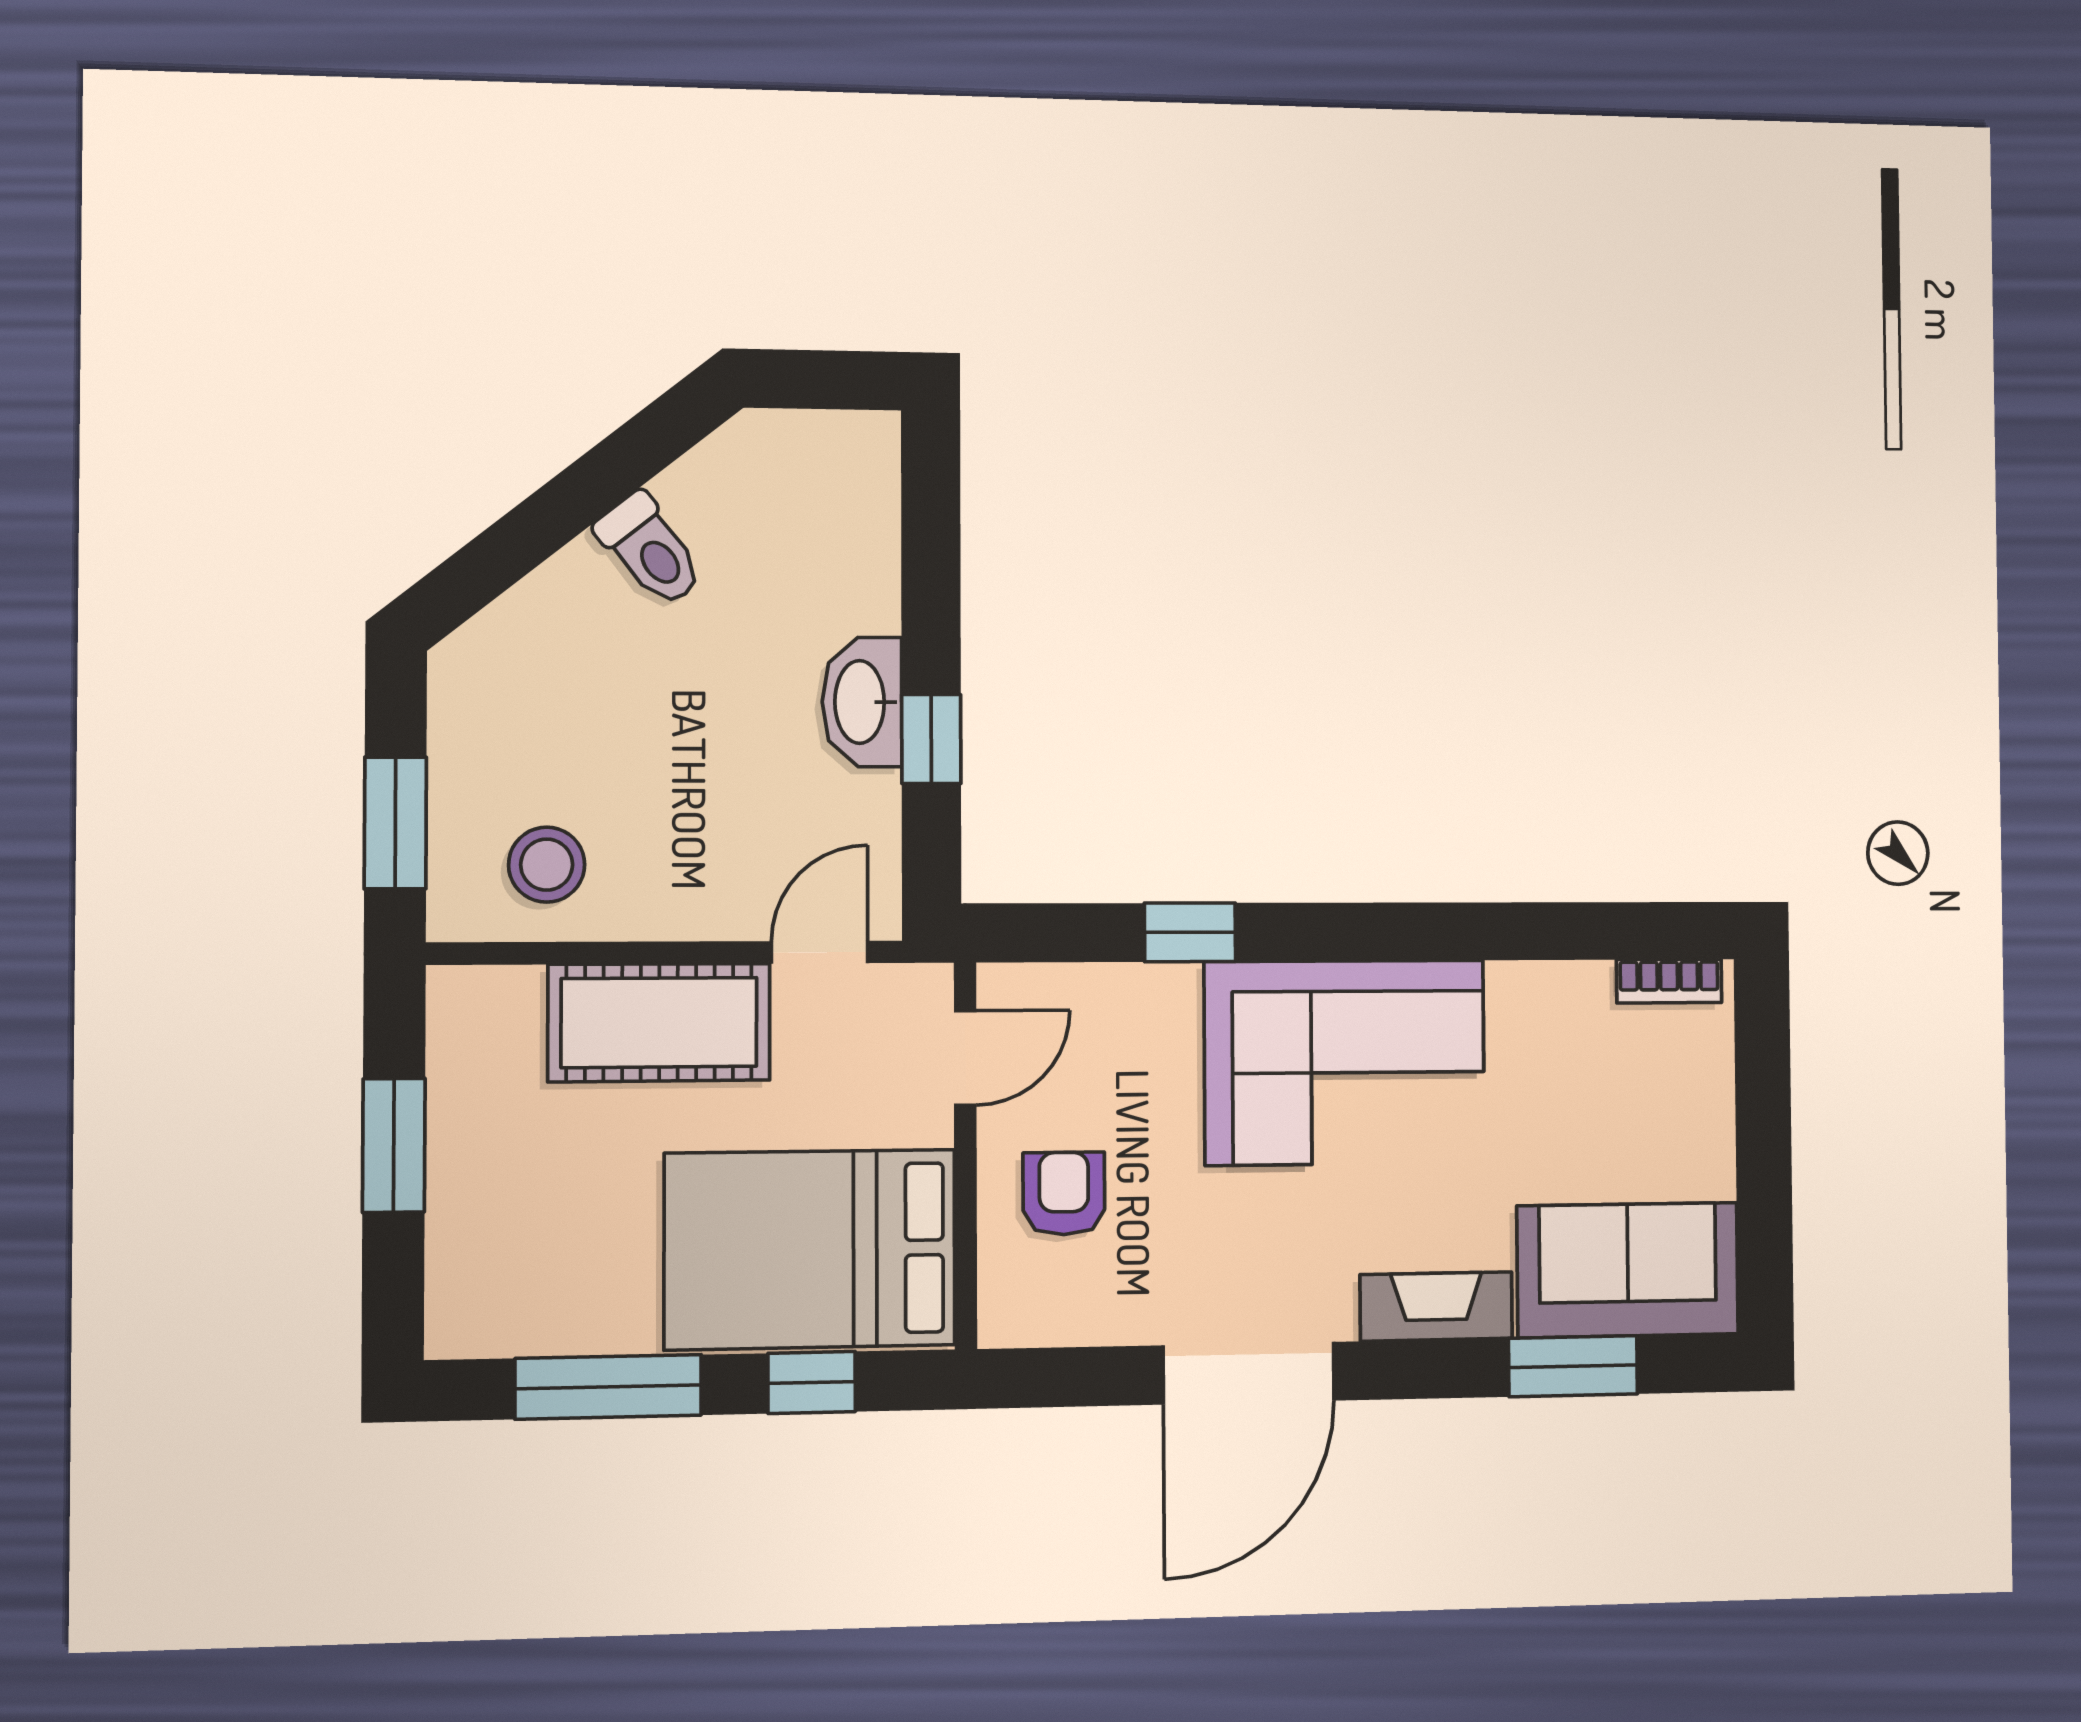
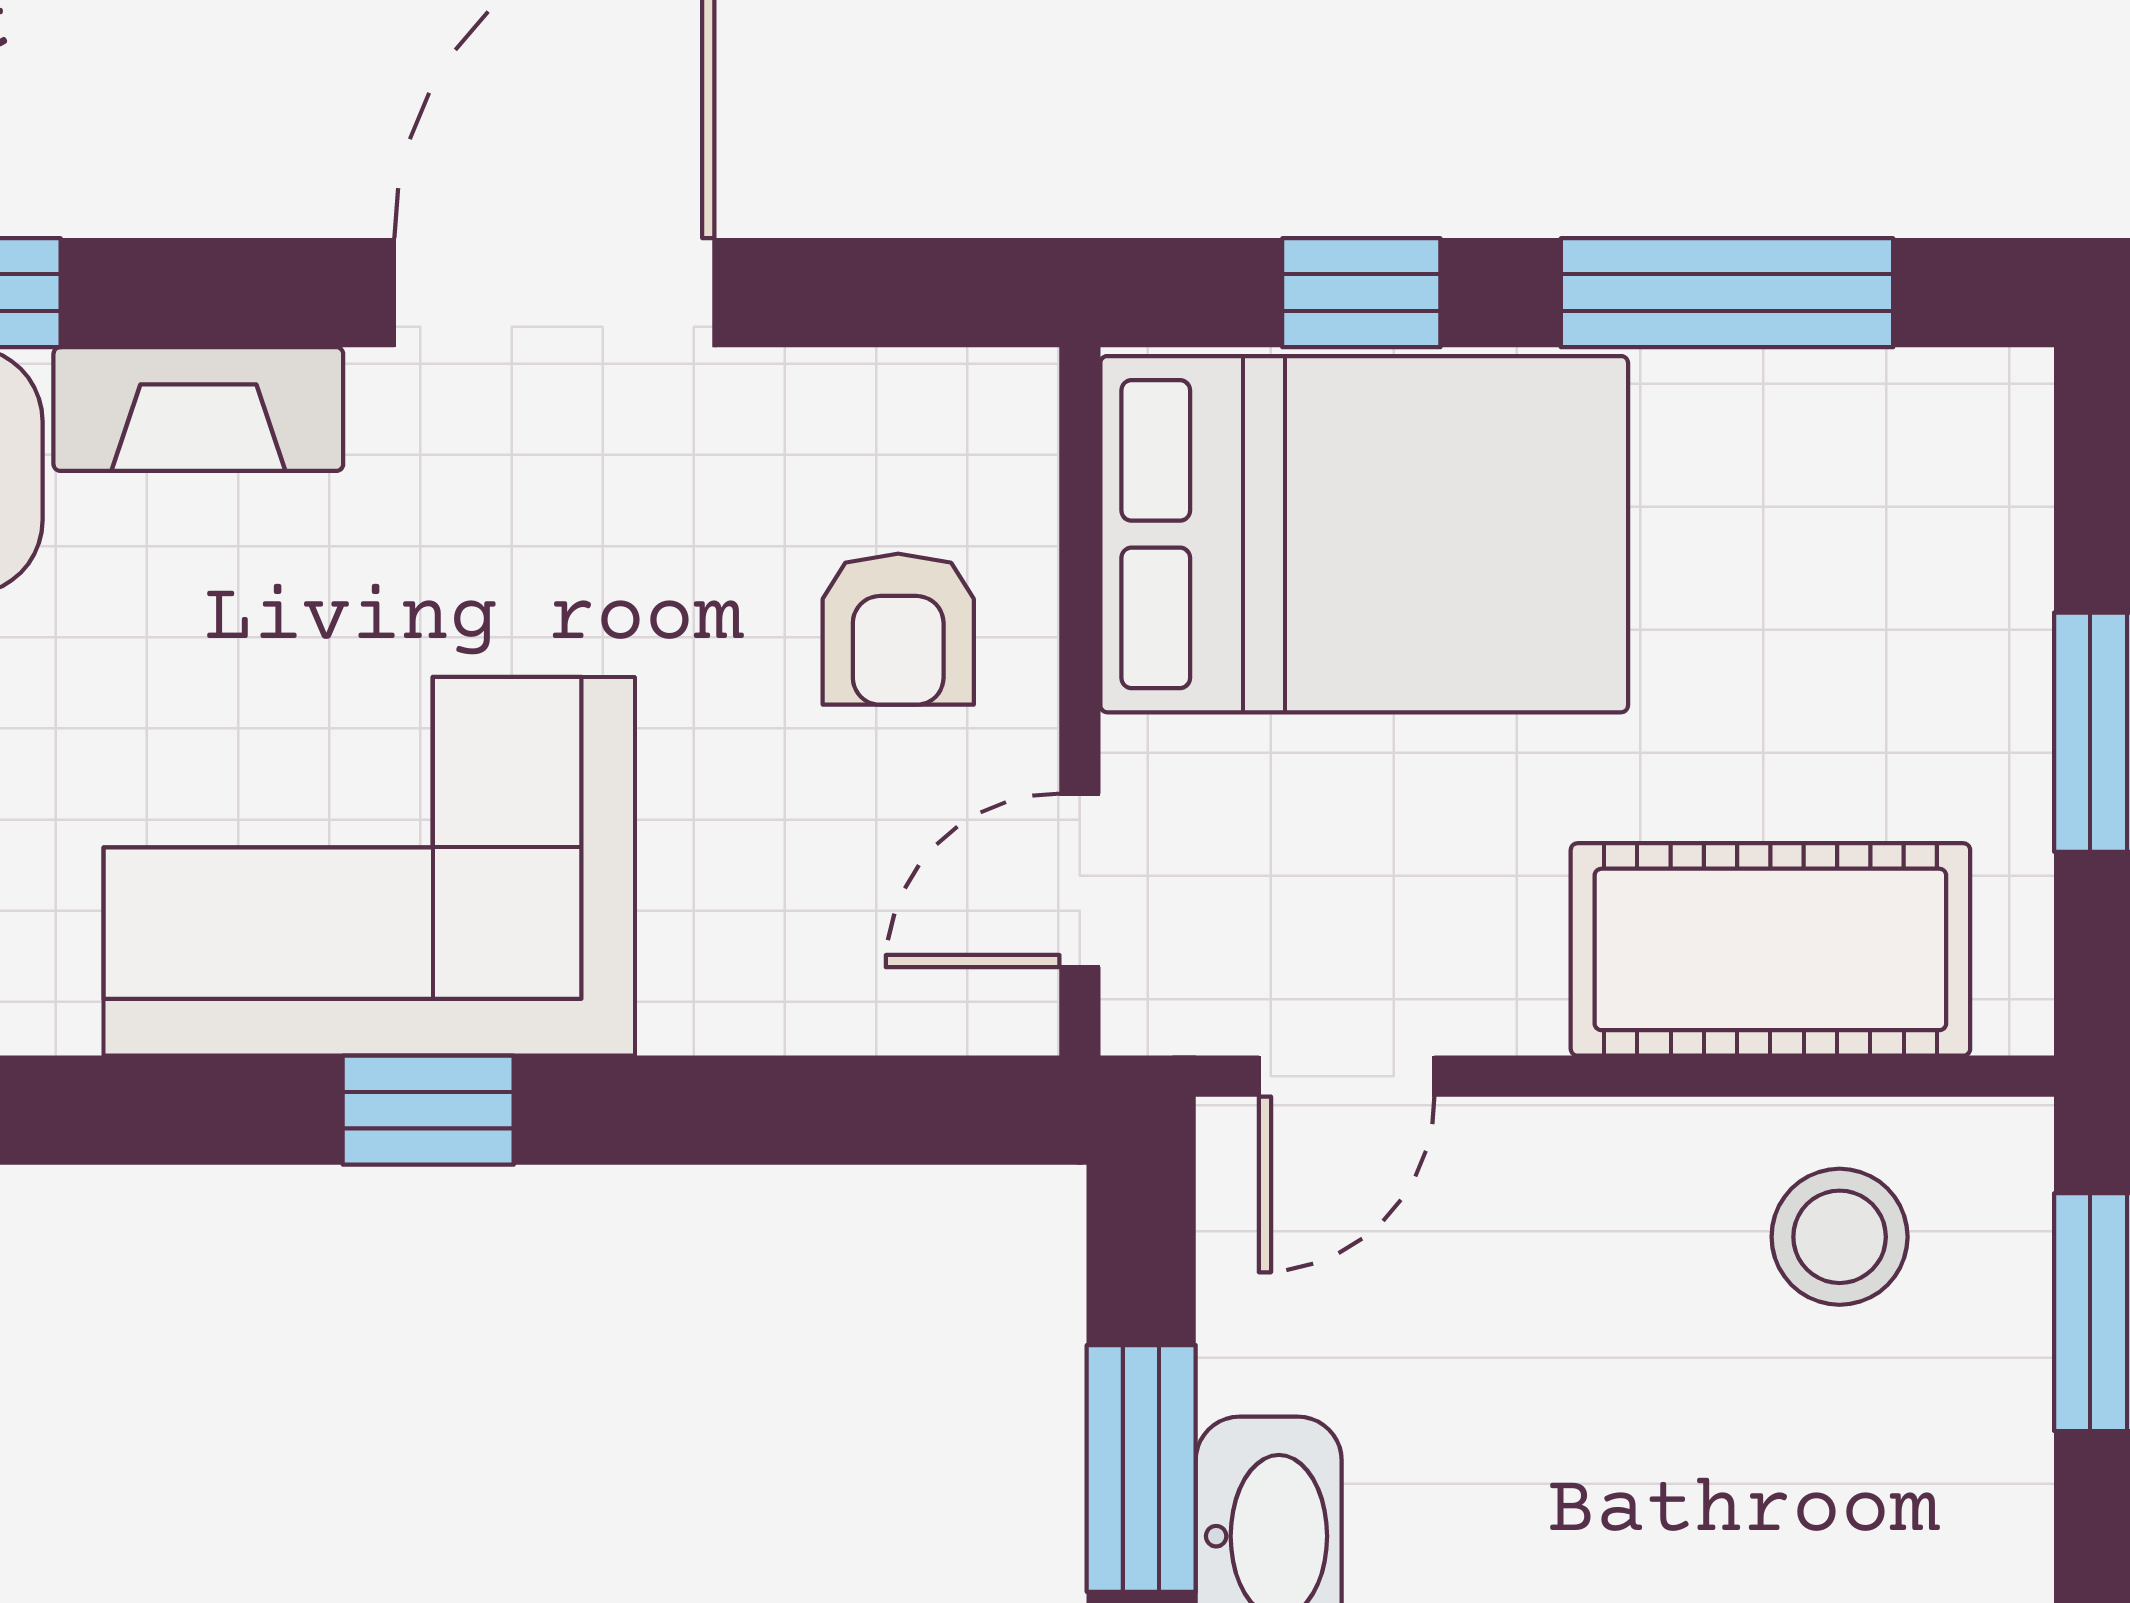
window: (931, 739) -> (1141, 1468), width x1.50
window: (1190, 932) -> (428, 1110), moved
cot: (659, 1022) -> (1770, 949), moved

